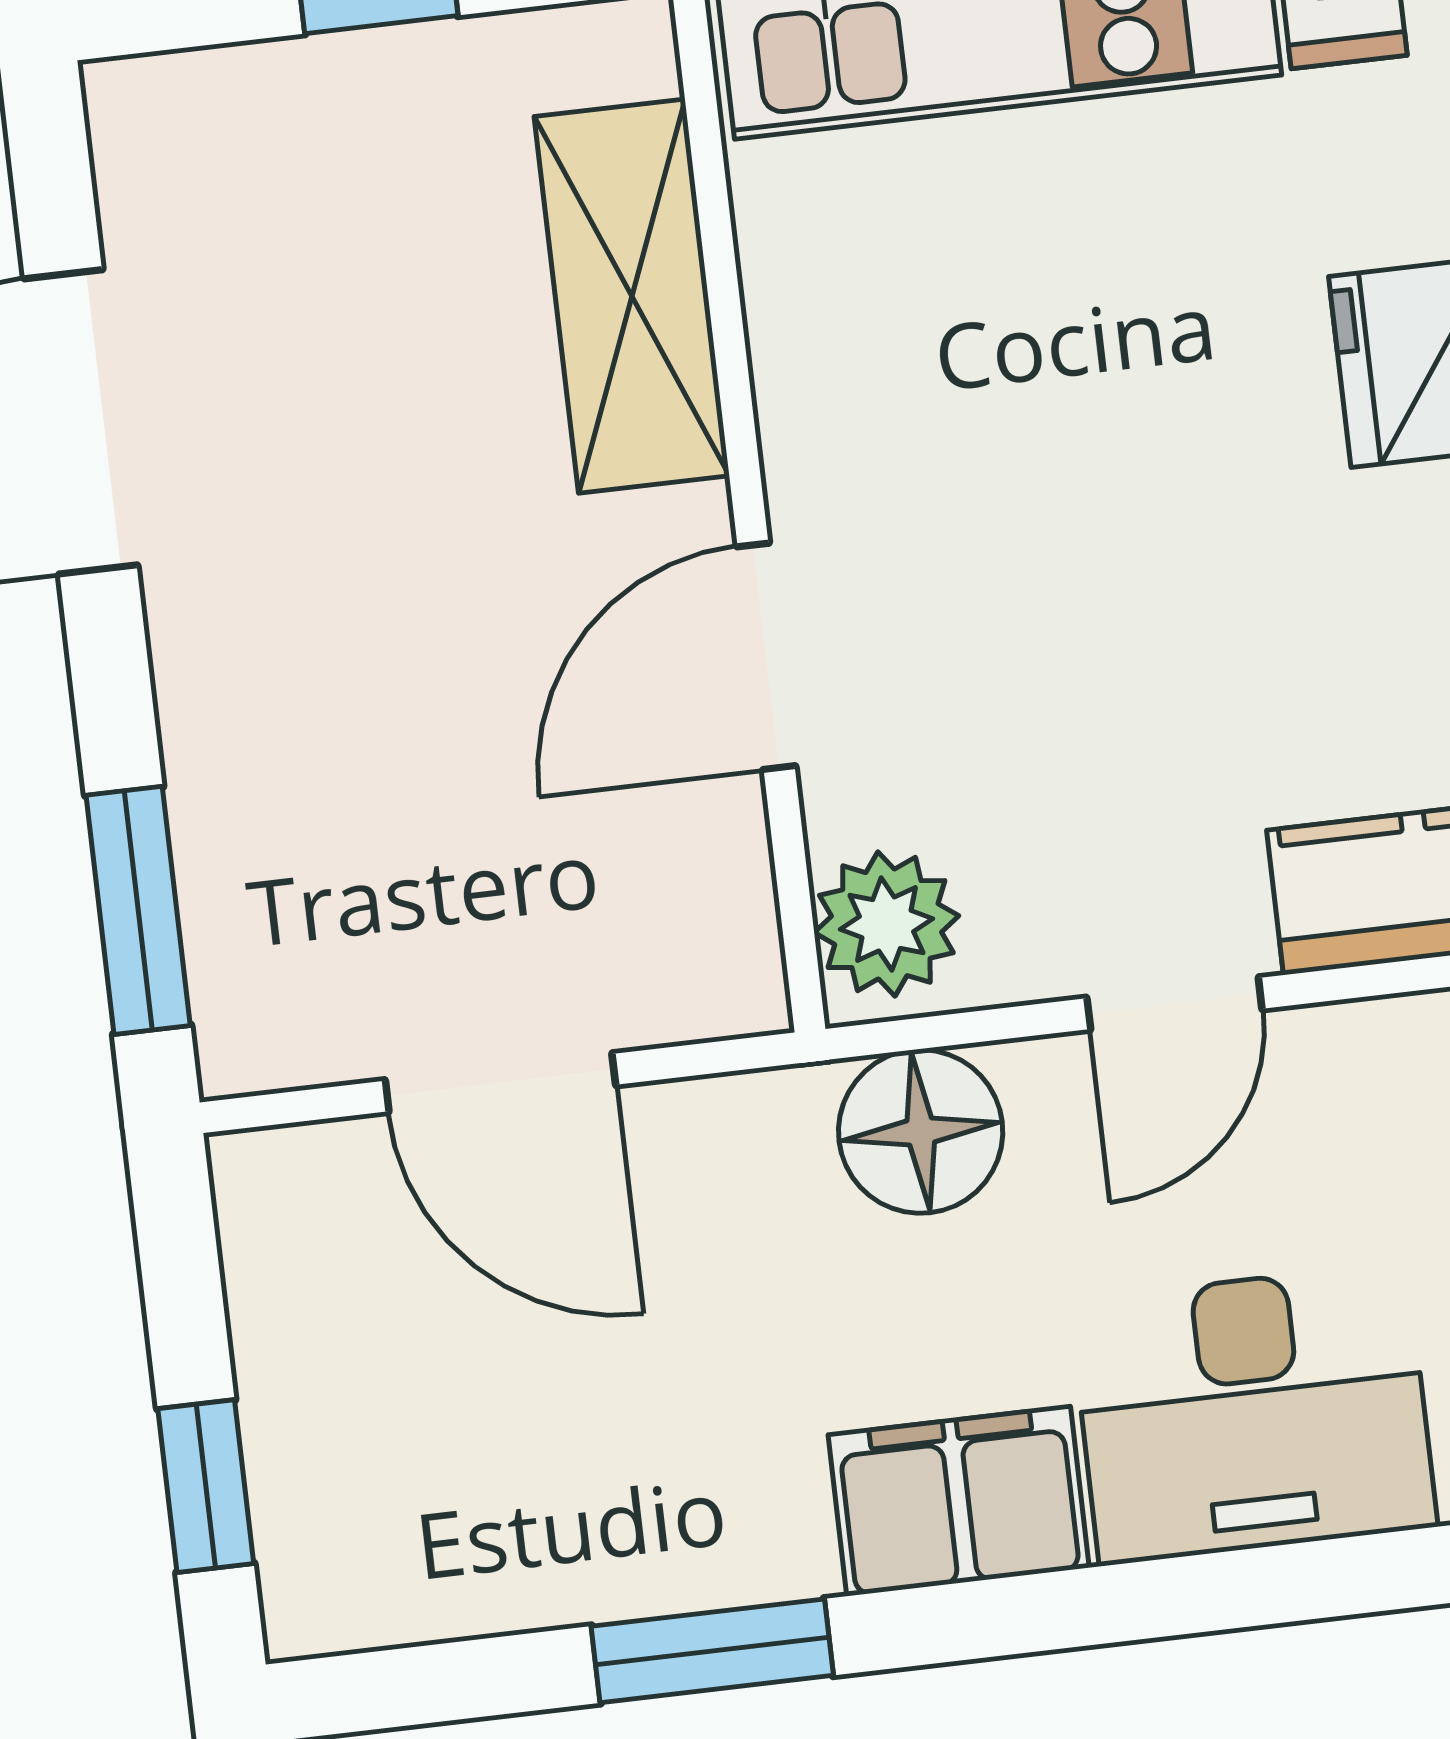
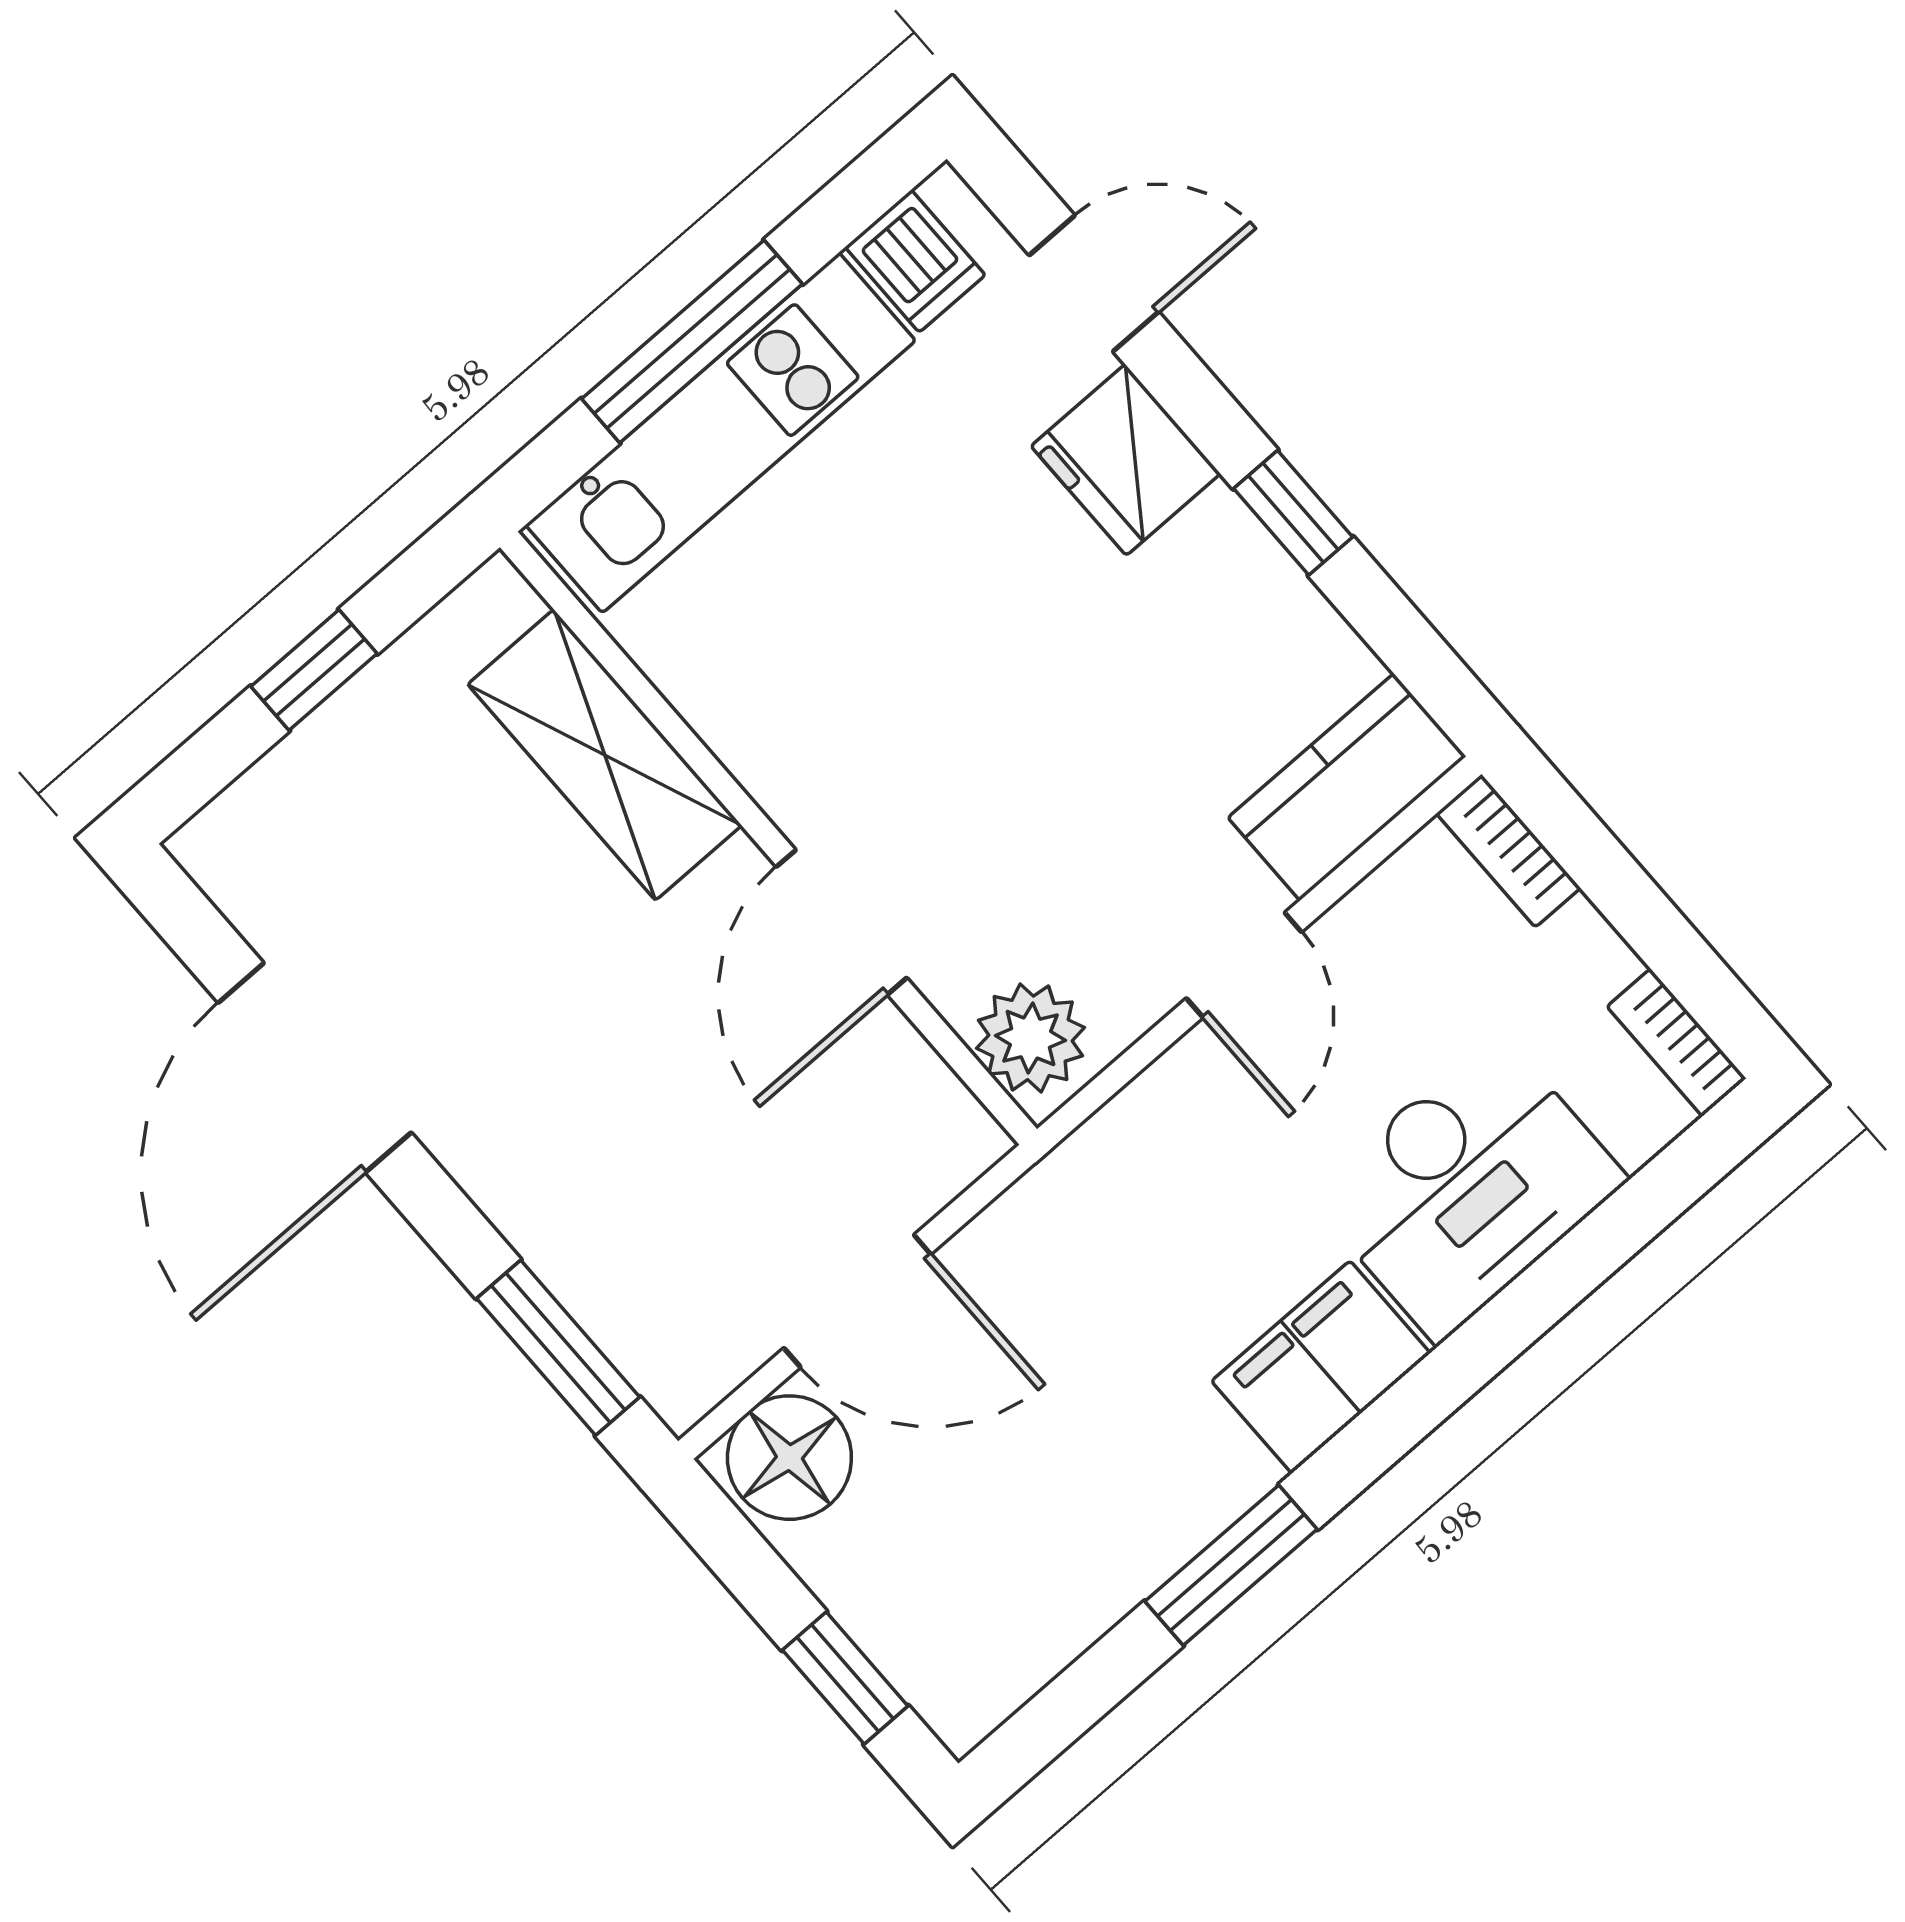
floor lamp: (921, 1131) -> (789, 1458), moved

